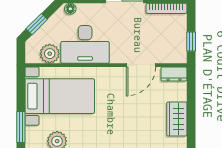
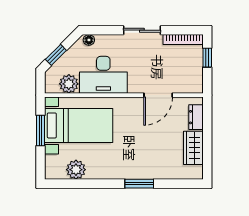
window: (191, 42) -> (207, 58), moved
dresser: (174, 74) -> (196, 117), moved, turned 90
window: (21, 127) -> (40, 131), moved

